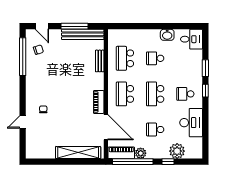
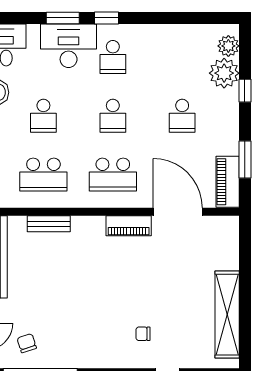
school desk: (155, 94) -> (113, 116), width x0.54
desk: (191, 123) -> (69, 46), moved
door: (106, 127) -> (178, 212), hinge flipped
shelving: (78, 153) -> (227, 315), moved
plant: (141, 153) -> (228, 46), moved
window: (133, 162) -> (245, 160), width x0.47

